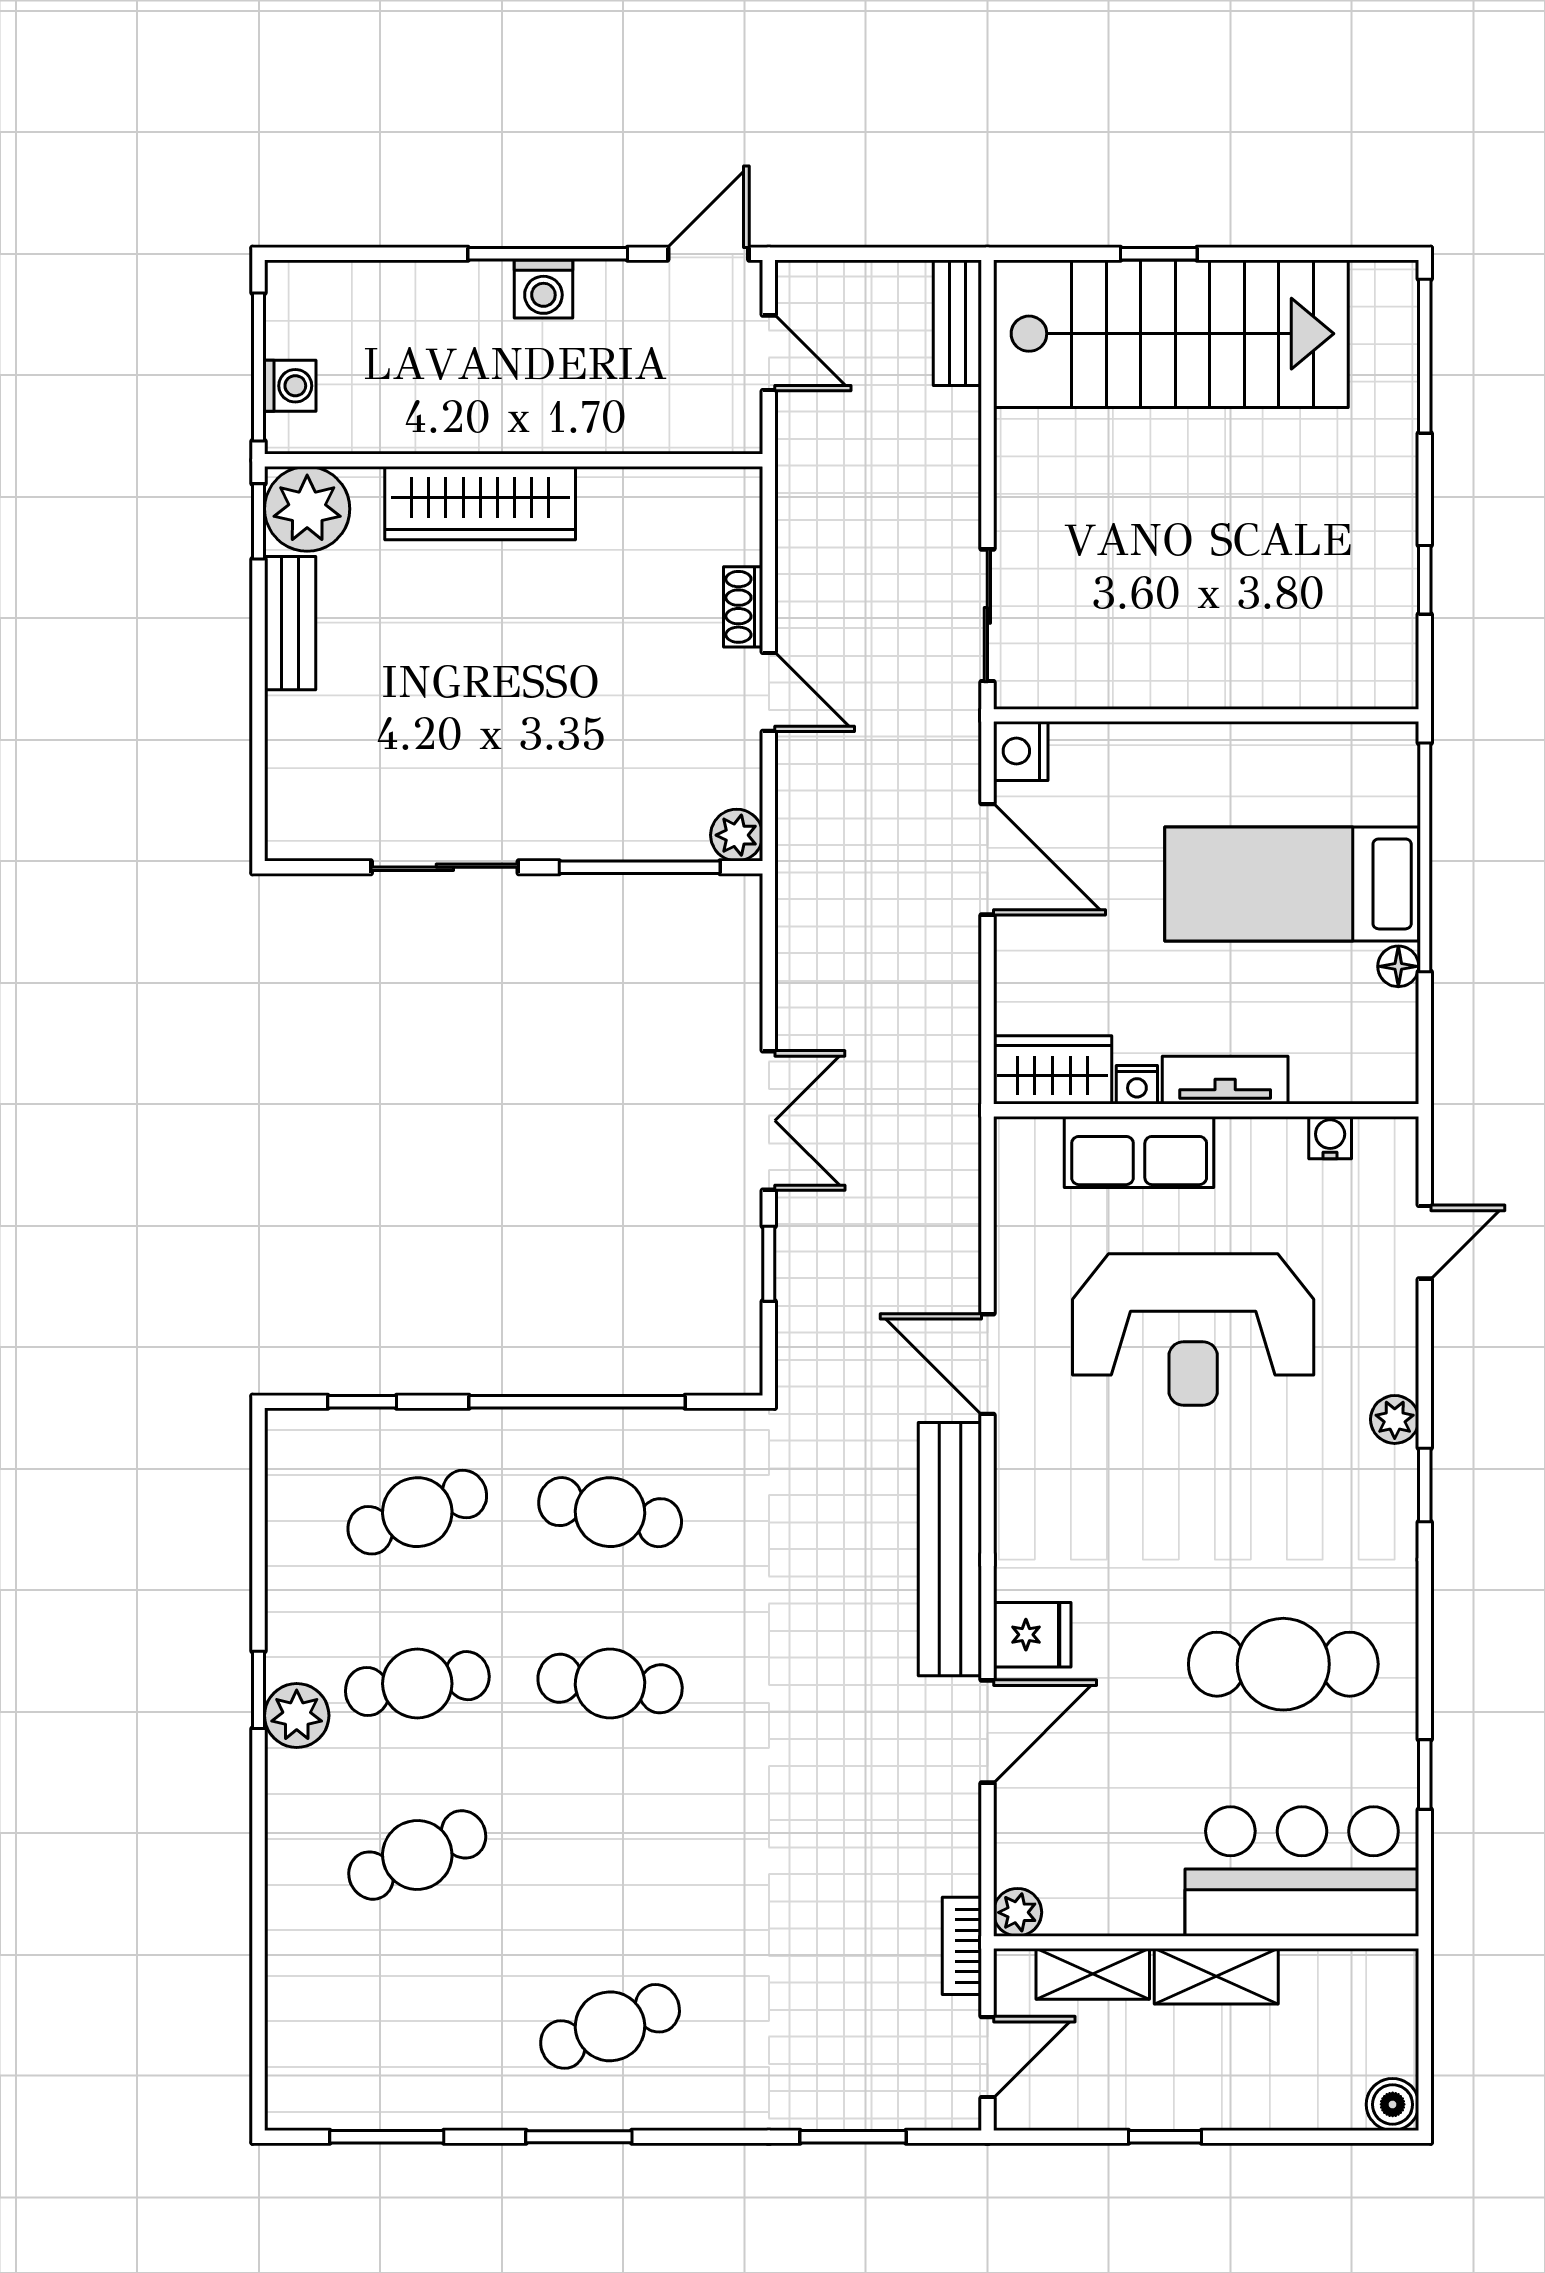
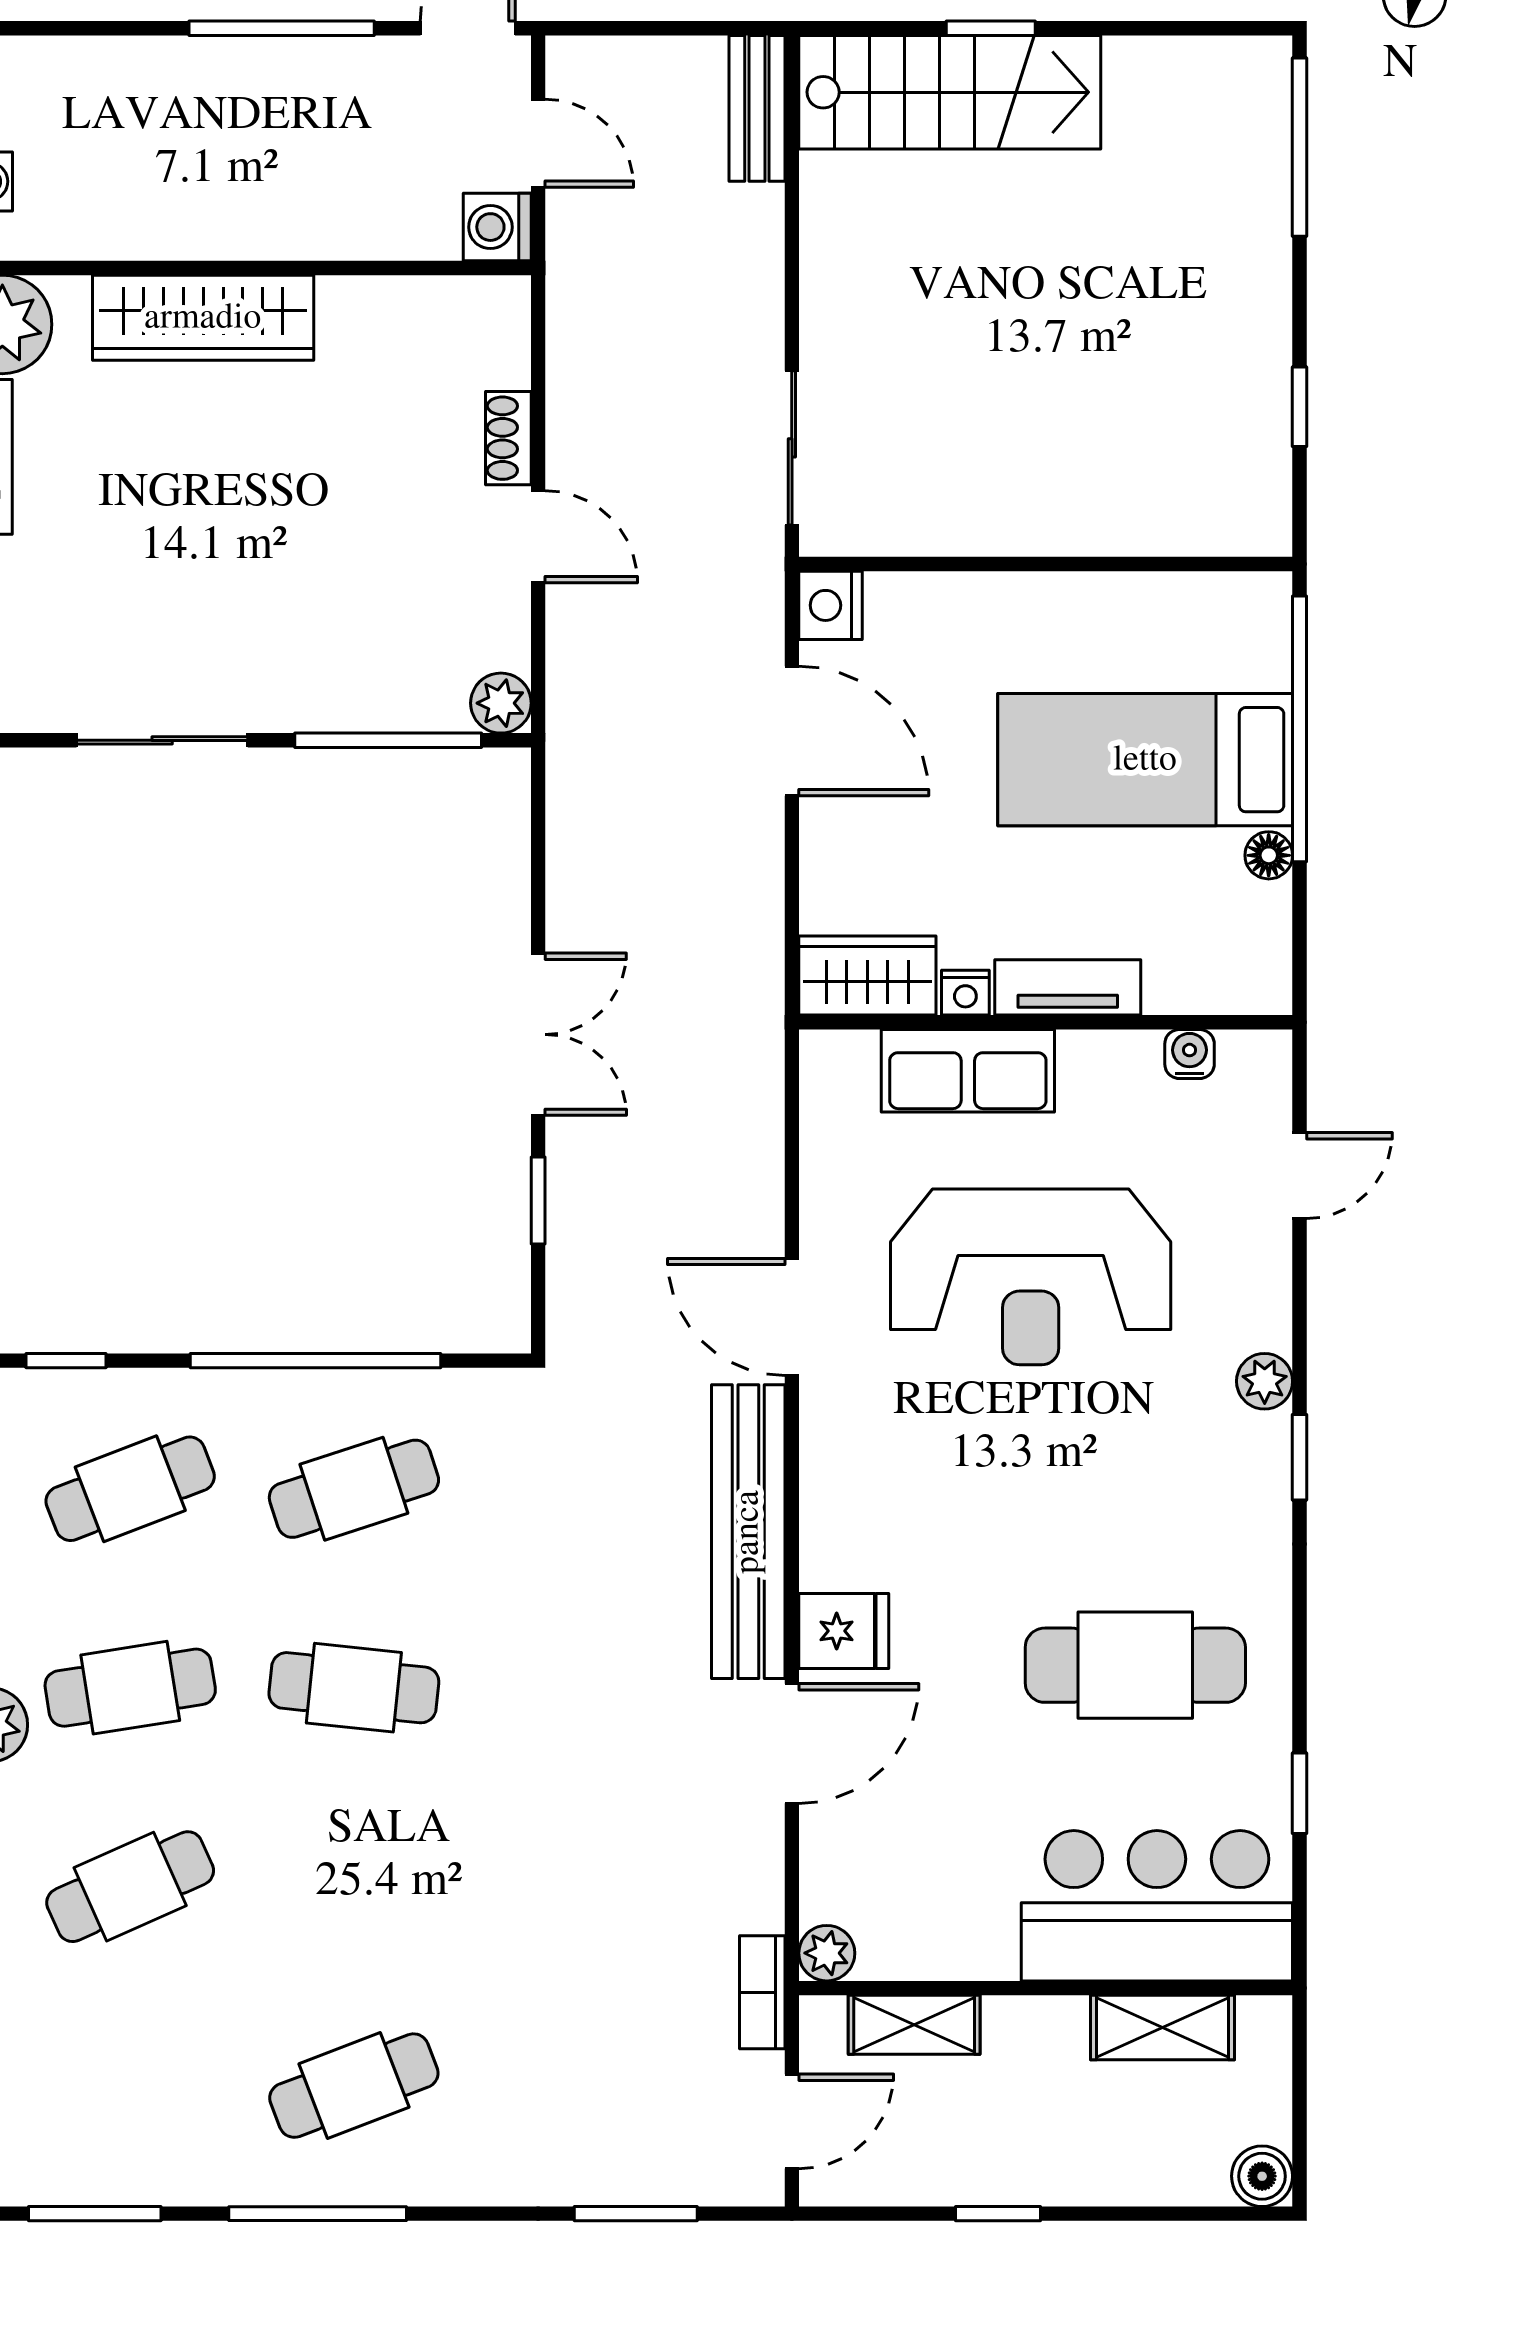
washing machine: (543, 289) -> (497, 227), moved, turned 90
stairs: (1171, 334) -> (950, 92), width x0.73, depth x0.66
cafe table: (610, 1512) -> (354, 1489), turned -30
shelving: (1216, 1976) -> (1162, 2027), moved
window: (579, 2137) -> (318, 2214), width x1.44

